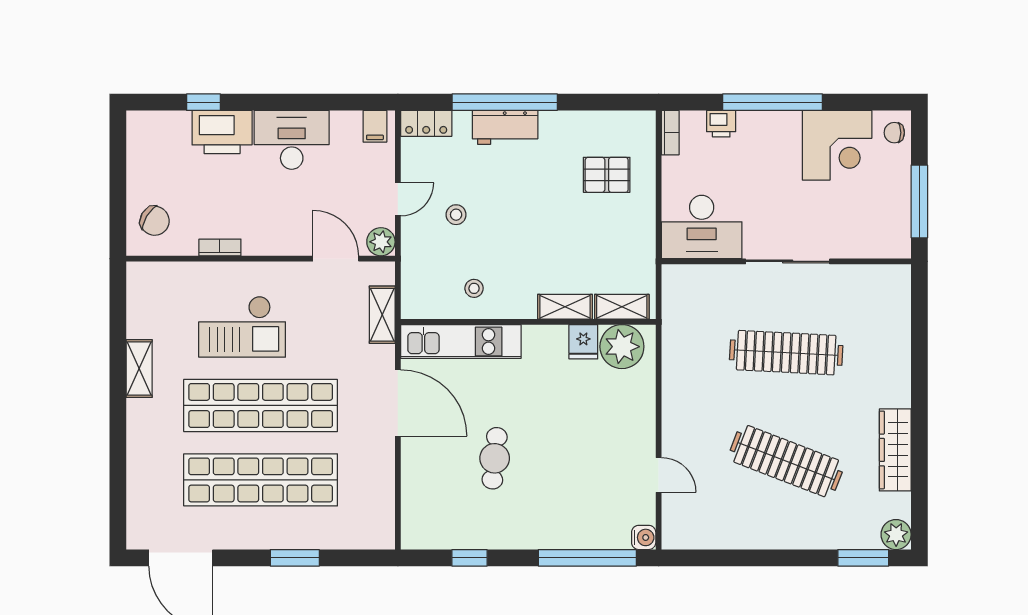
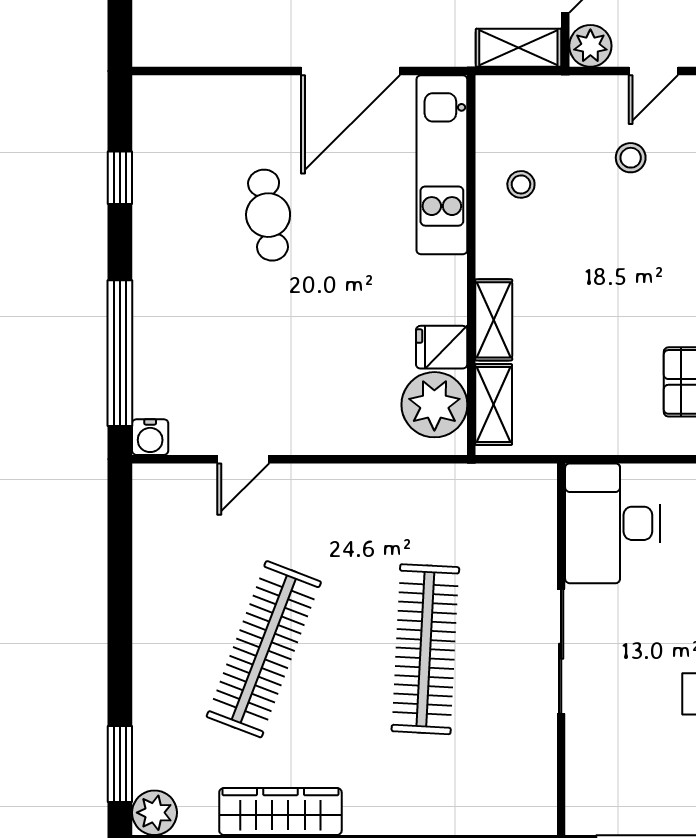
door: (398, 199) -> (653, 71), hinge flipped
shelving: (382, 315) -> (518, 48), moved
cafe table: (495, 458) -> (268, 215), turned 76

